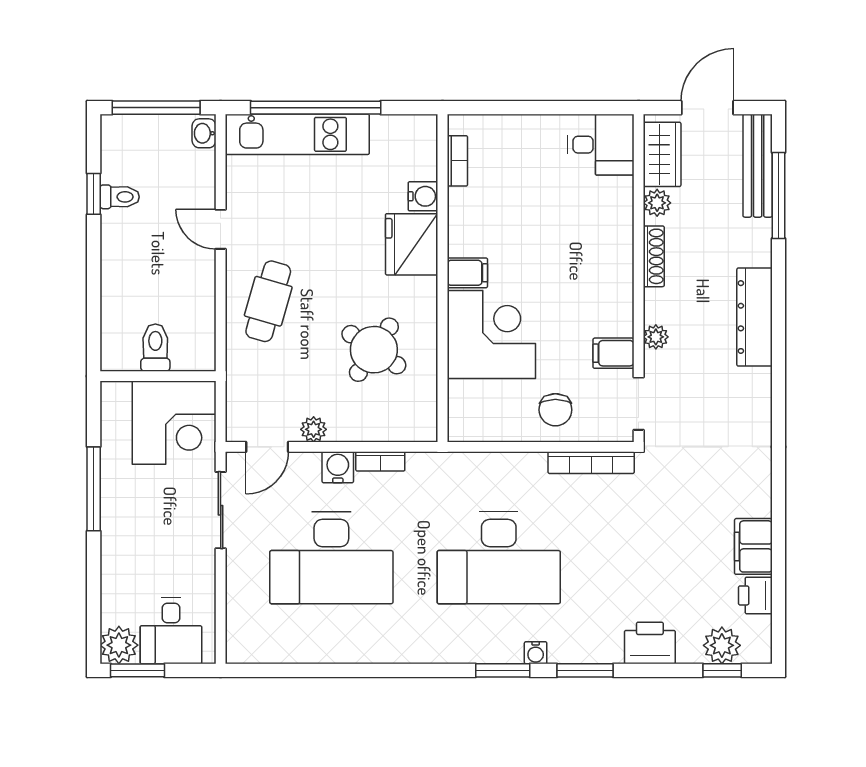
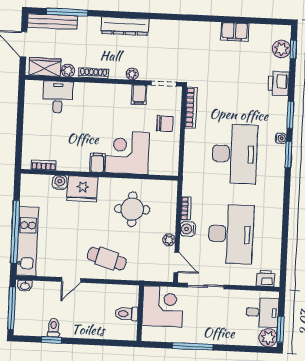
desk: (601, 145) -> (58, 97), moved
round table: (374, 350) -> (132, 209), turned -34
printer: (755, 595) -> (265, 278), moved, turned 180

